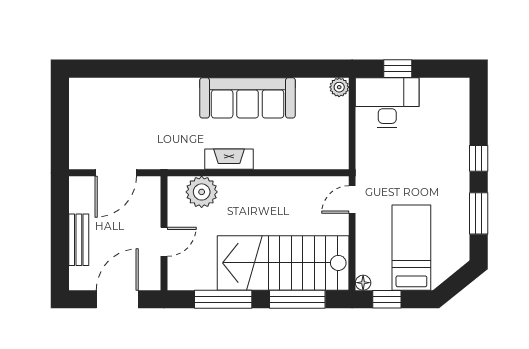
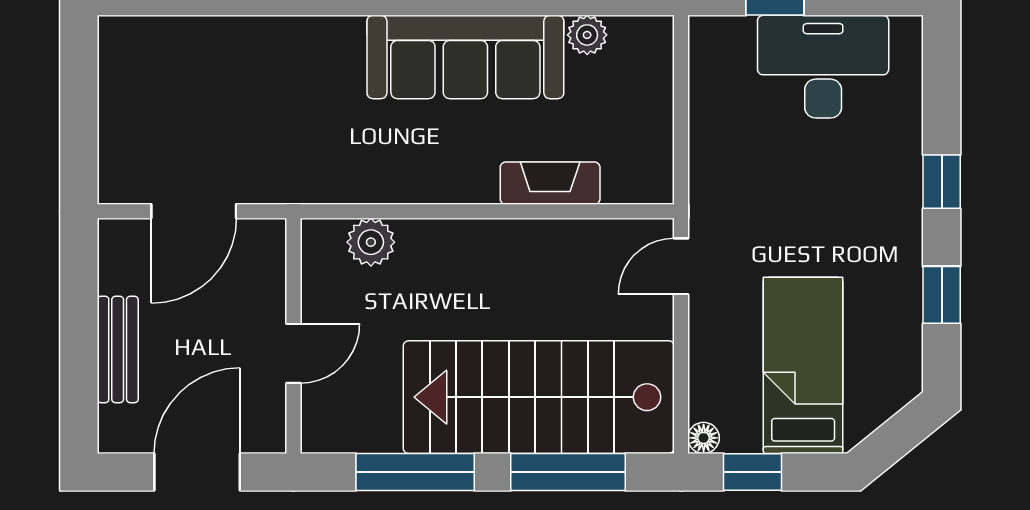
plant: (339, 87) -> (587, 35), moved
desk: (387, 103) -> (823, 67), moved
fireplace: (229, 159) -> (550, 183), moved
plant: (202, 192) -> (371, 242), width x0.73, depth x0.73
window: (479, 213) -> (942, 295), width x0.67

